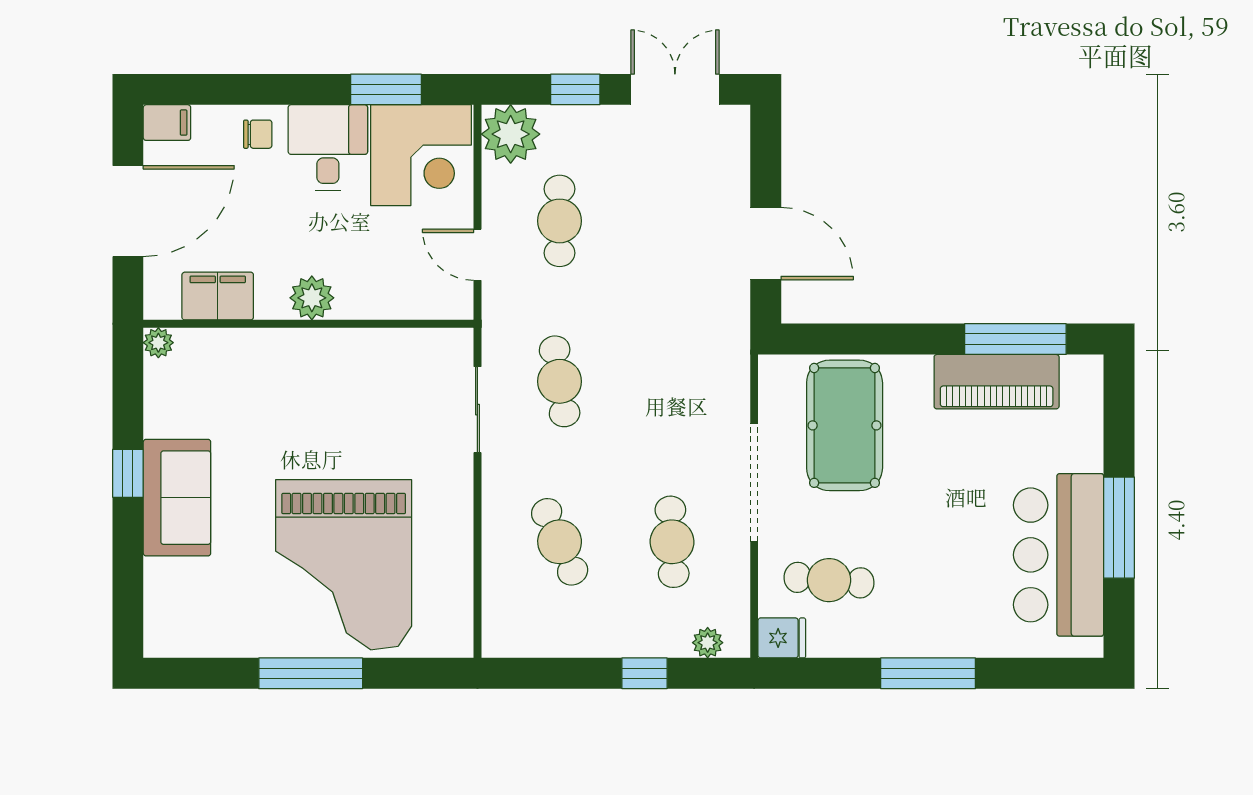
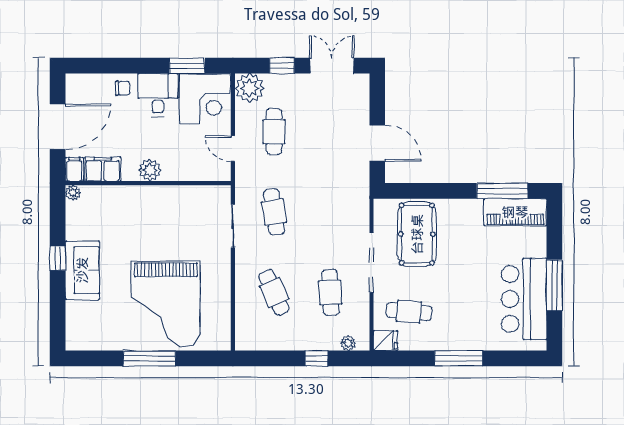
filing cabinet: (167, 123) -> (74, 169), moved, turned -90
piano: (997, 382) -> (515, 212), moved

